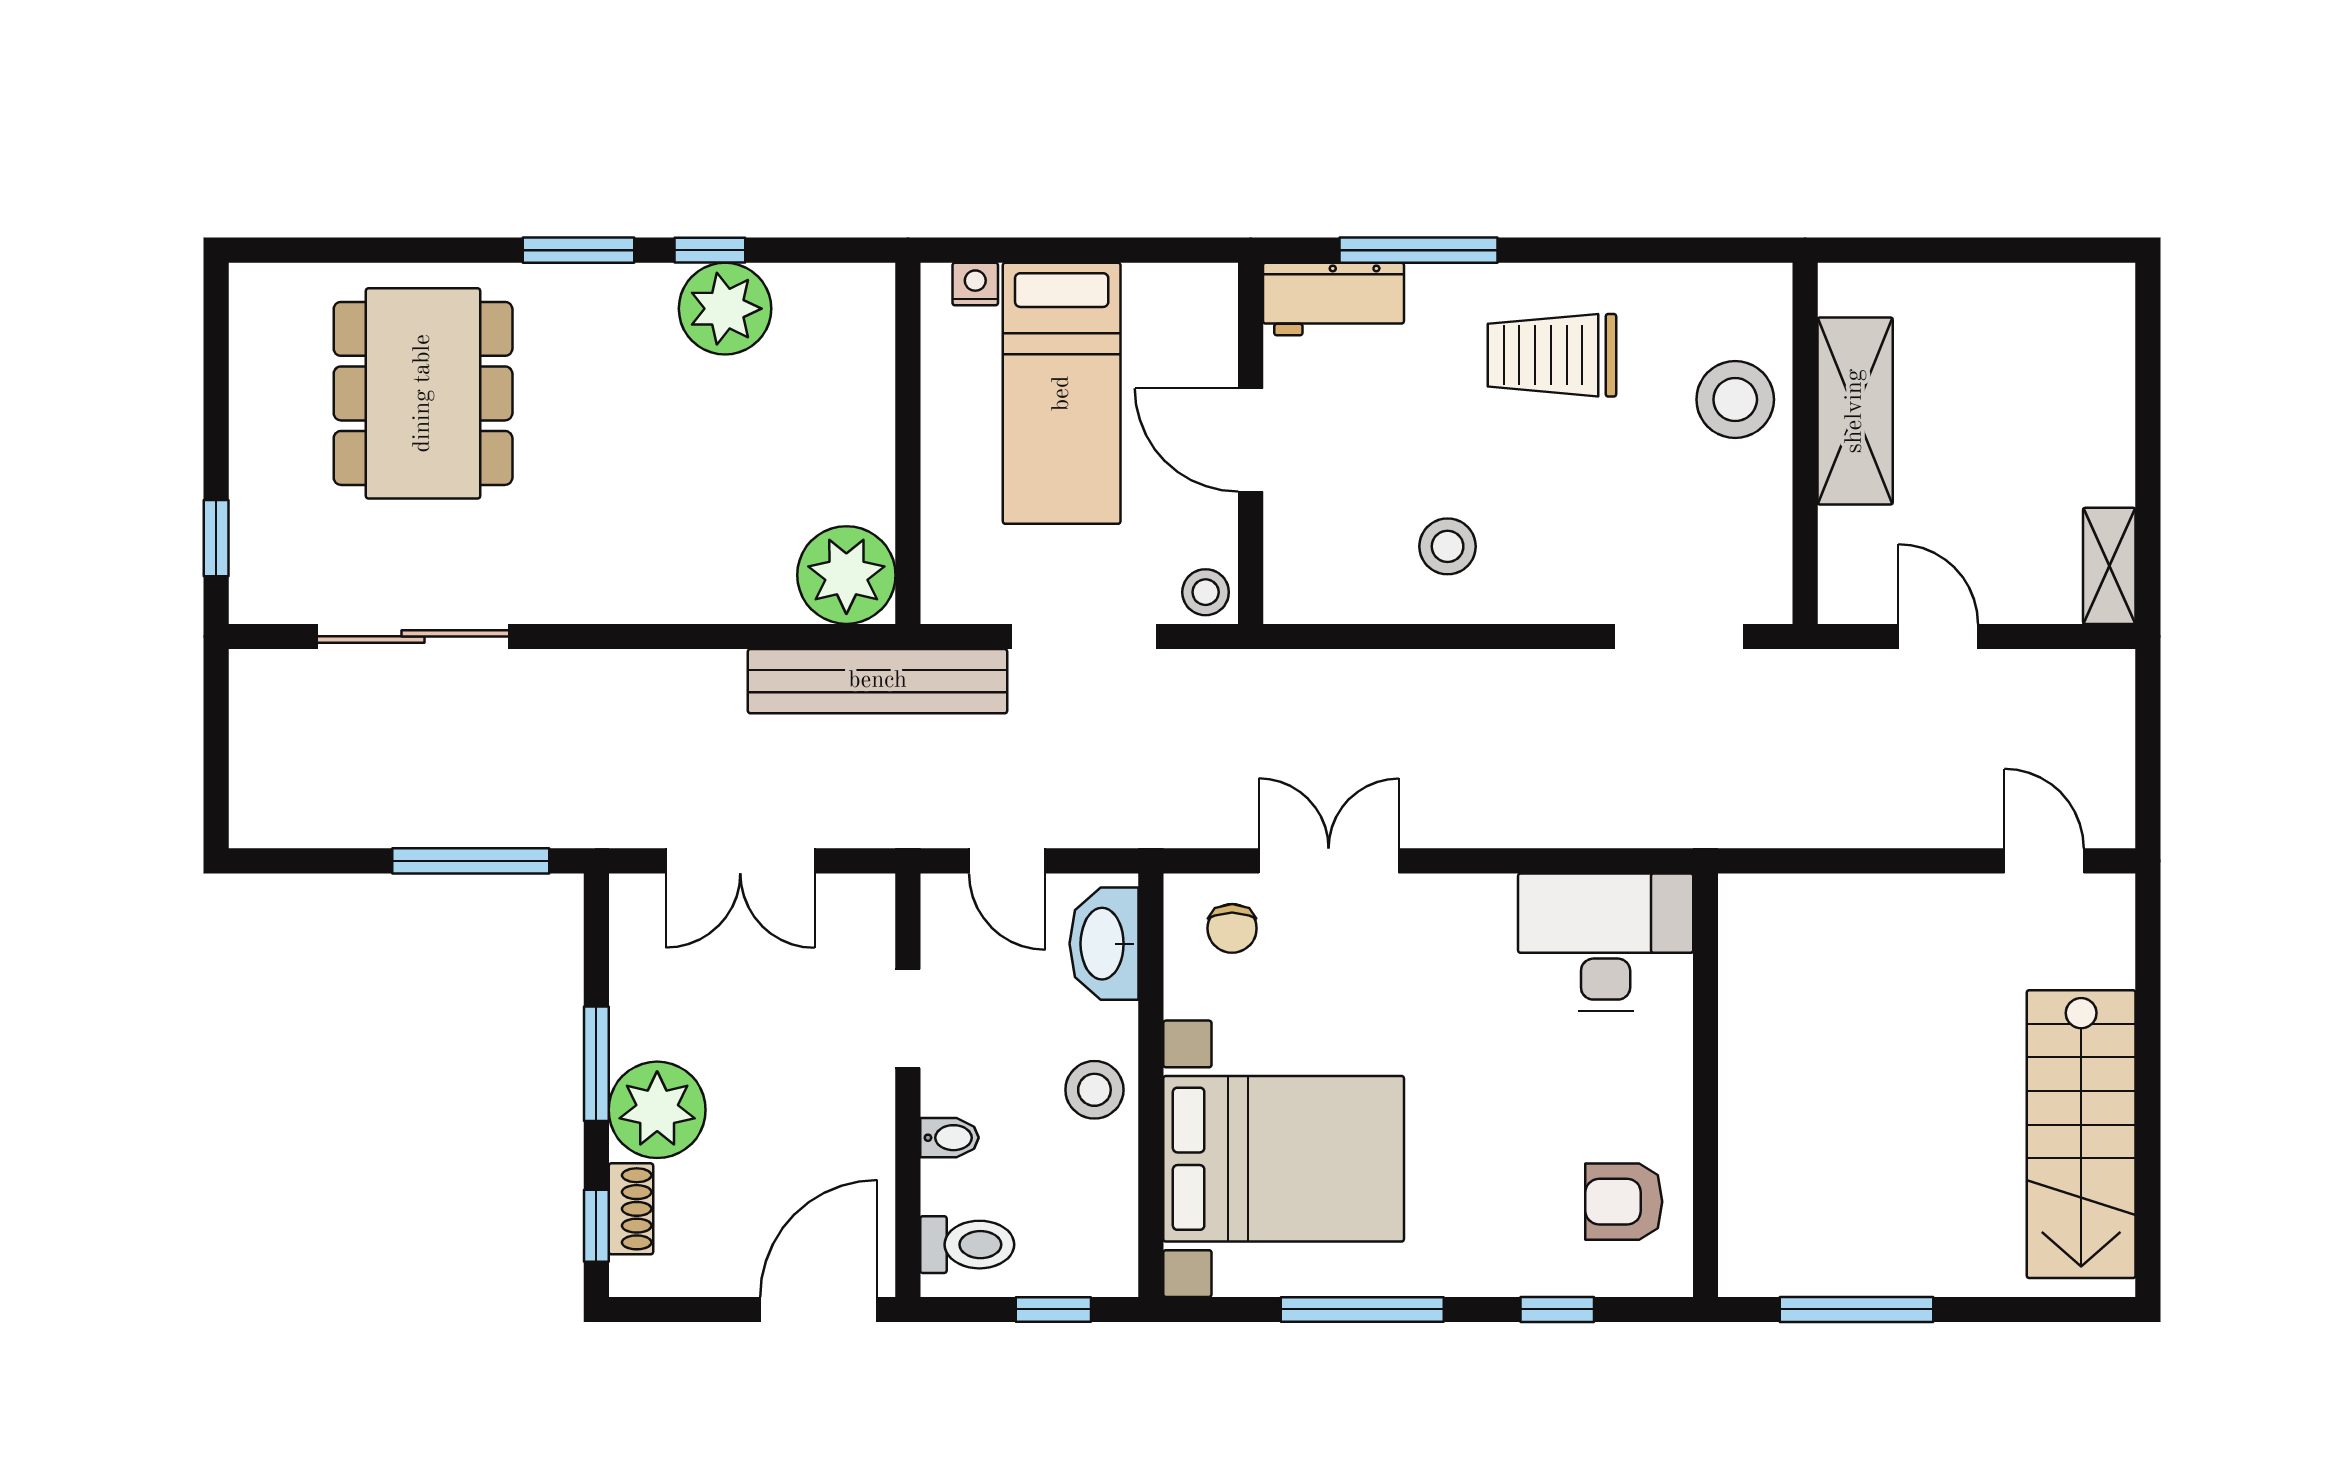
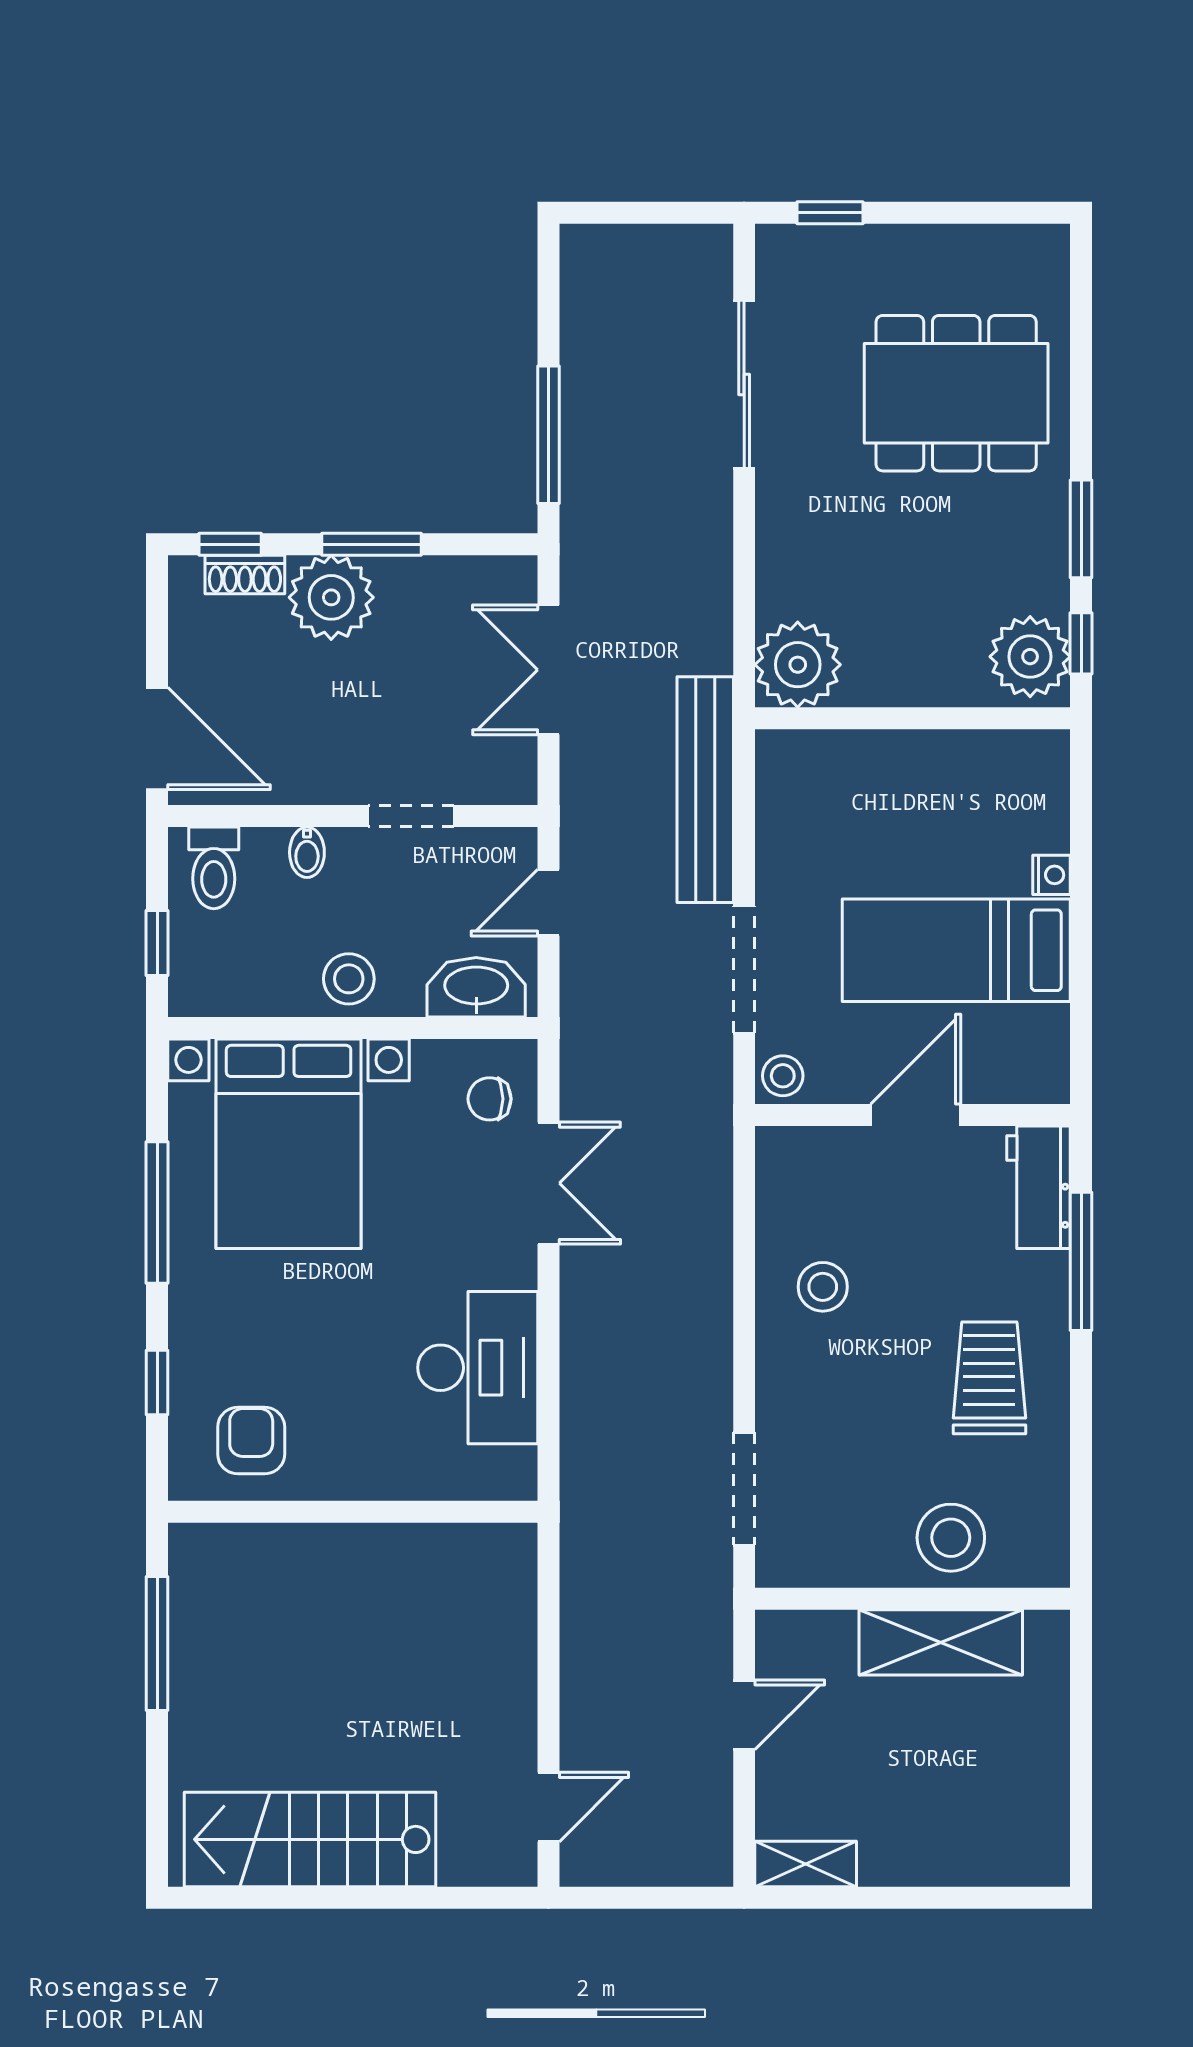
wall: (908, 443) -> (913, 718), moved
plant: (846, 575) -> (798, 665), moved
desk: (1606, 942) -> (478, 1368), moved

